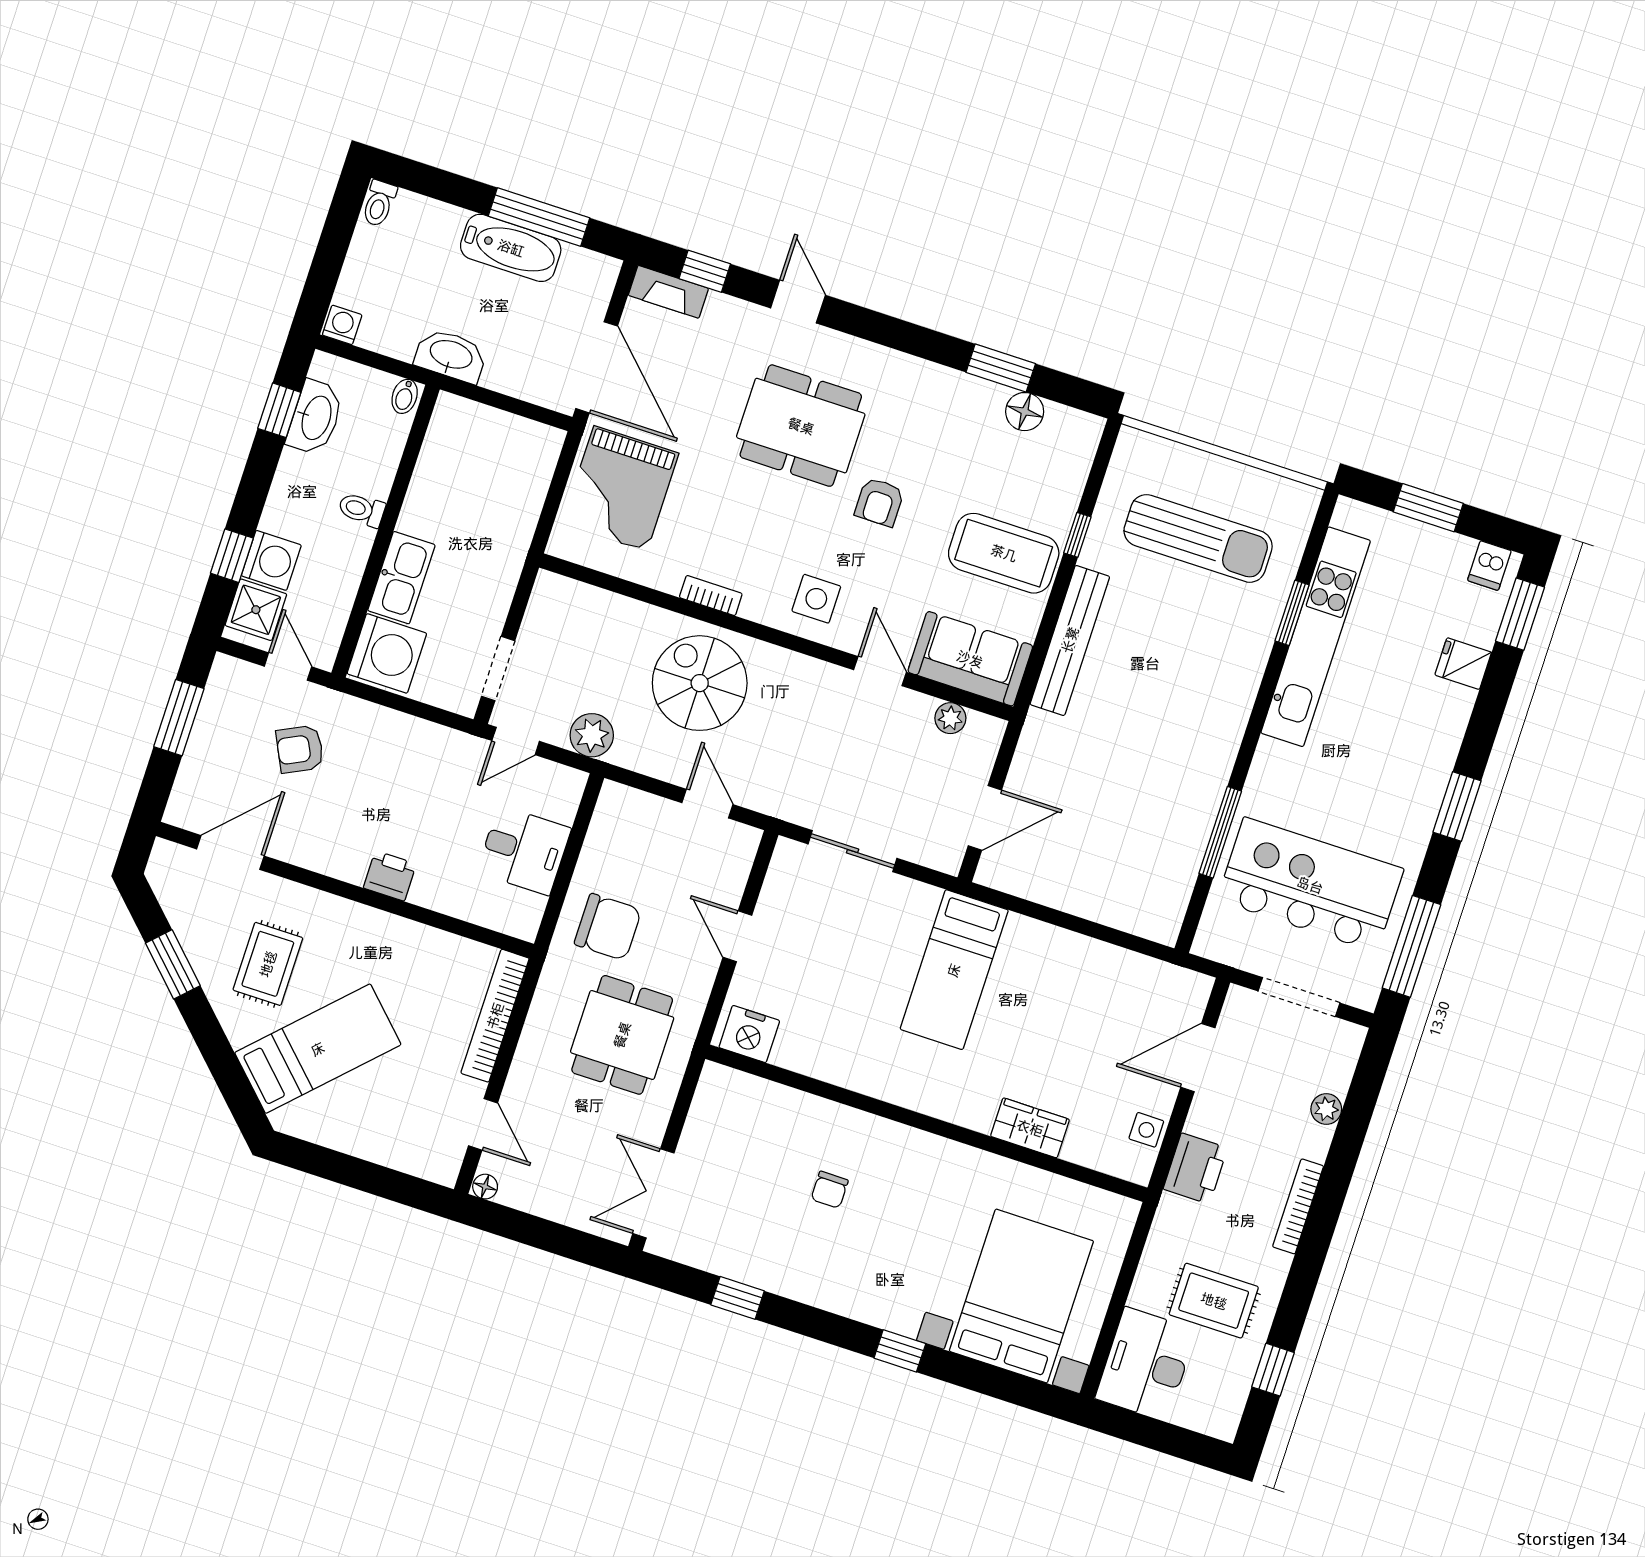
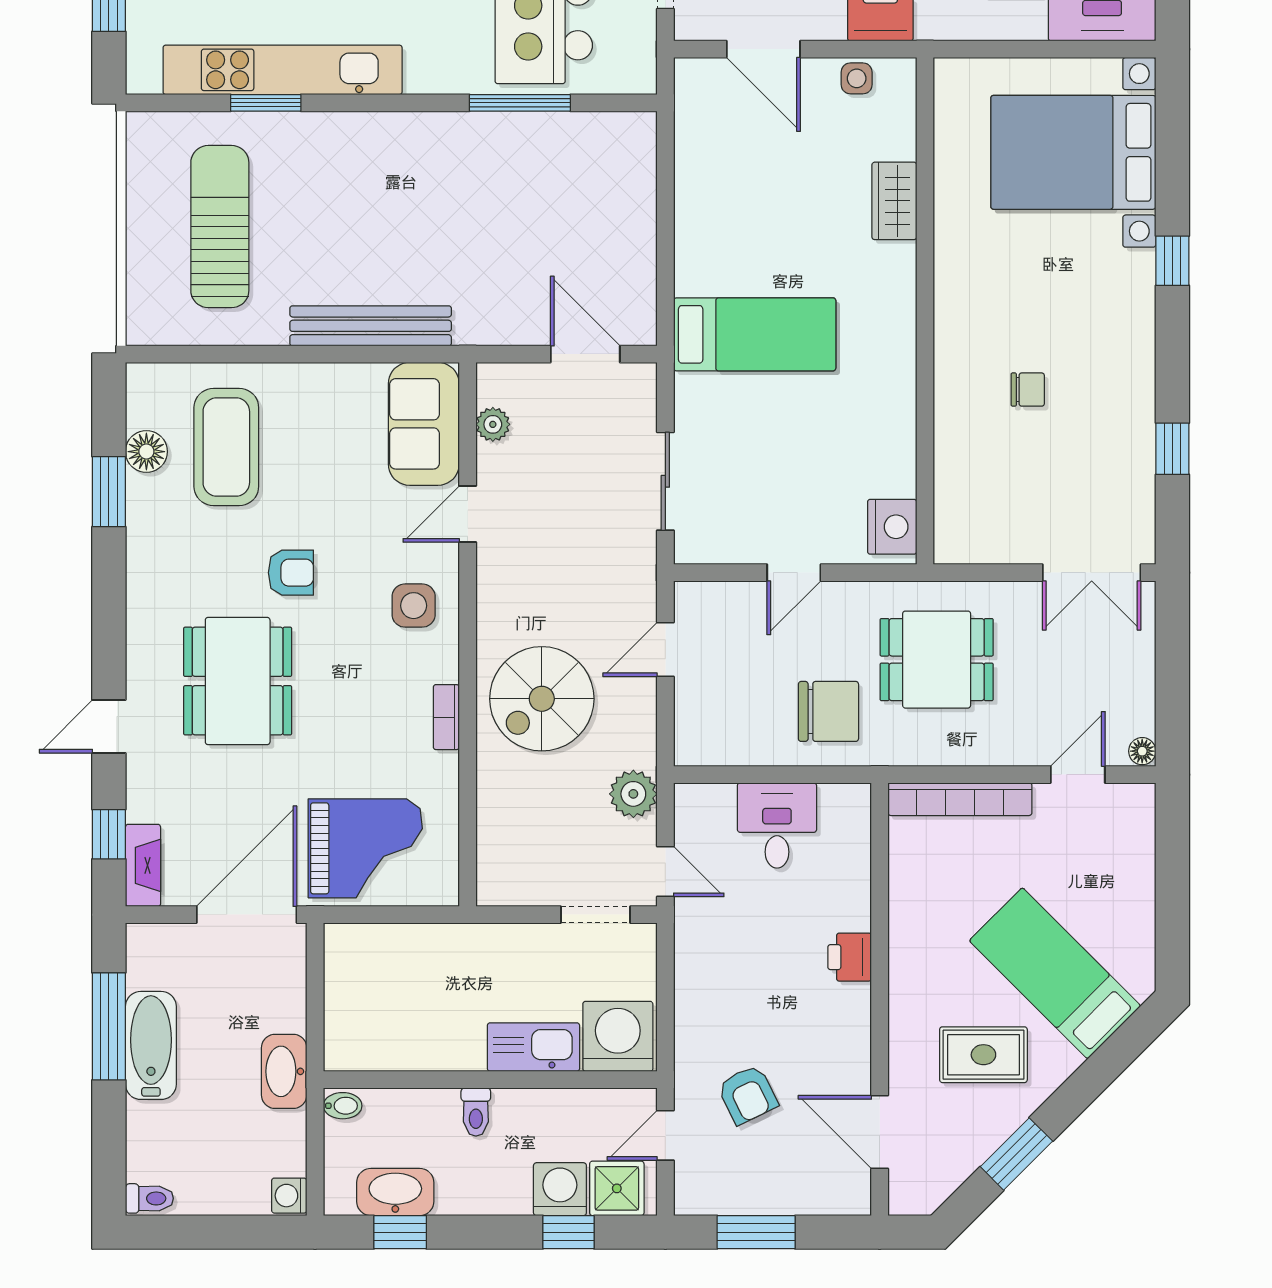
window: (1077, 535) -> (257, 354), removed
coffee table: (1004, 553) -> (226, 447), moved
chair: (608, 927) -> (828, 711), turned 90

